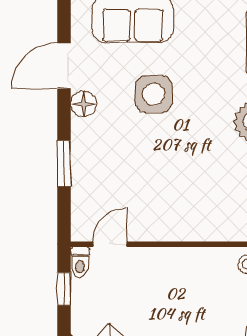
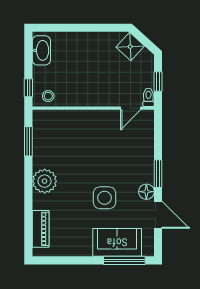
door: (64, 66) -> (158, 215), hinge flipped
window: (64, 163) -> (158, 174), moved

